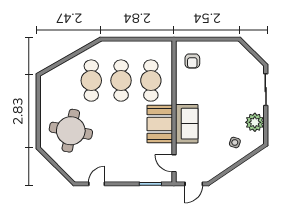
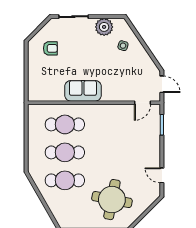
armchair: (192, 61) -> (50, 48), moved
booth: (160, 124) -> (106, 116), removed
sofa: (187, 124) -> (83, 91), moved

